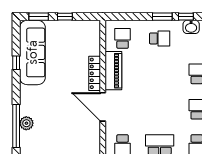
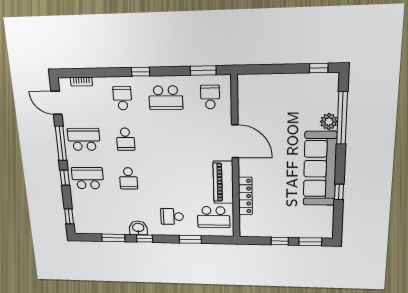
window: (162, 17) -> (190, 239), moved
school desk: (123, 38) -> (214, 217), width x1.85
sofa: (32, 52) -> (320, 169), moved
locker: (95, 73) -> (245, 196), moved

